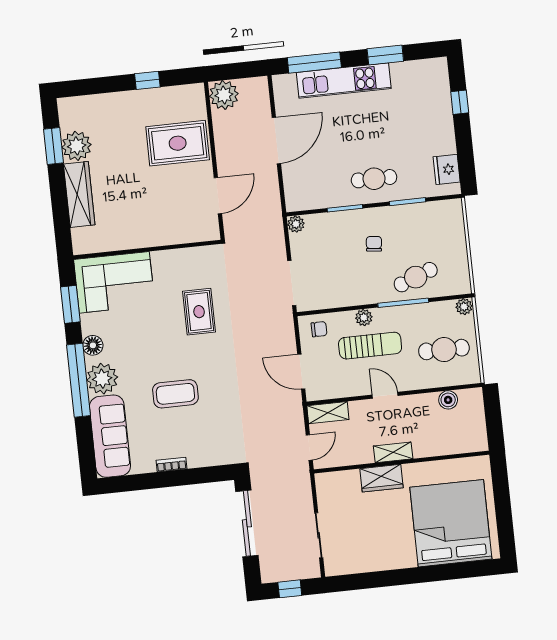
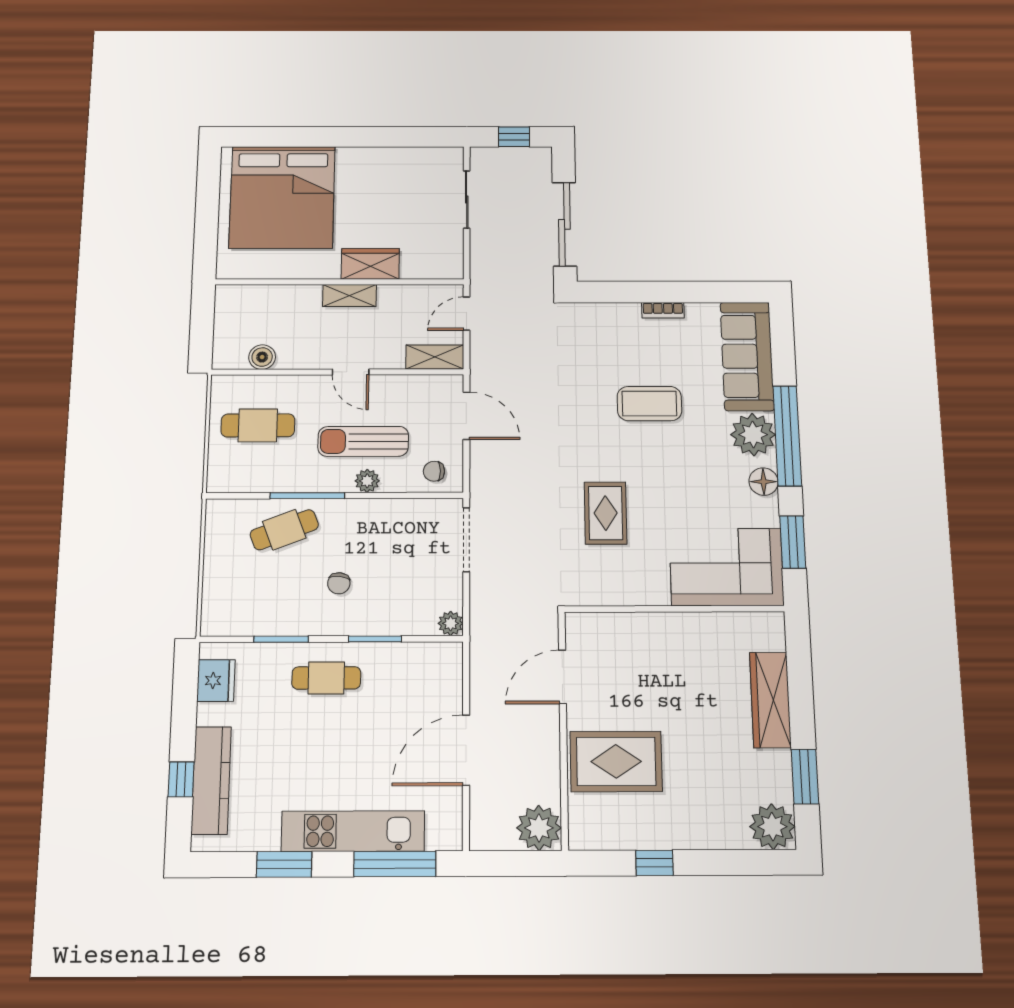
kitchen counter: (440, 104) -> (211, 780), added
plant: (77, 146) -> (772, 827), moved
plant: (464, 307) -> (220, 481), removed

